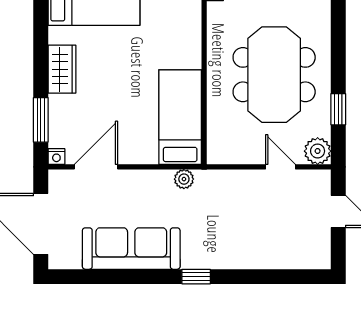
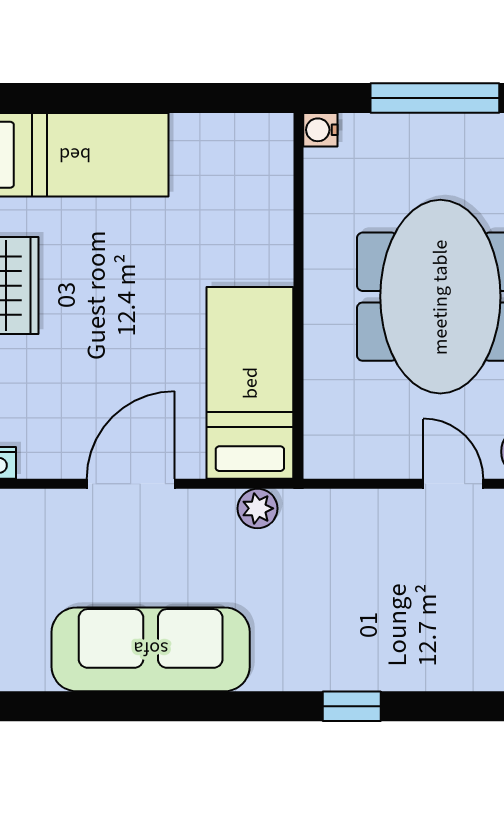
door: (96, 167) -> (131, 484), moved
window: (196, 277) -> (352, 706), moved

